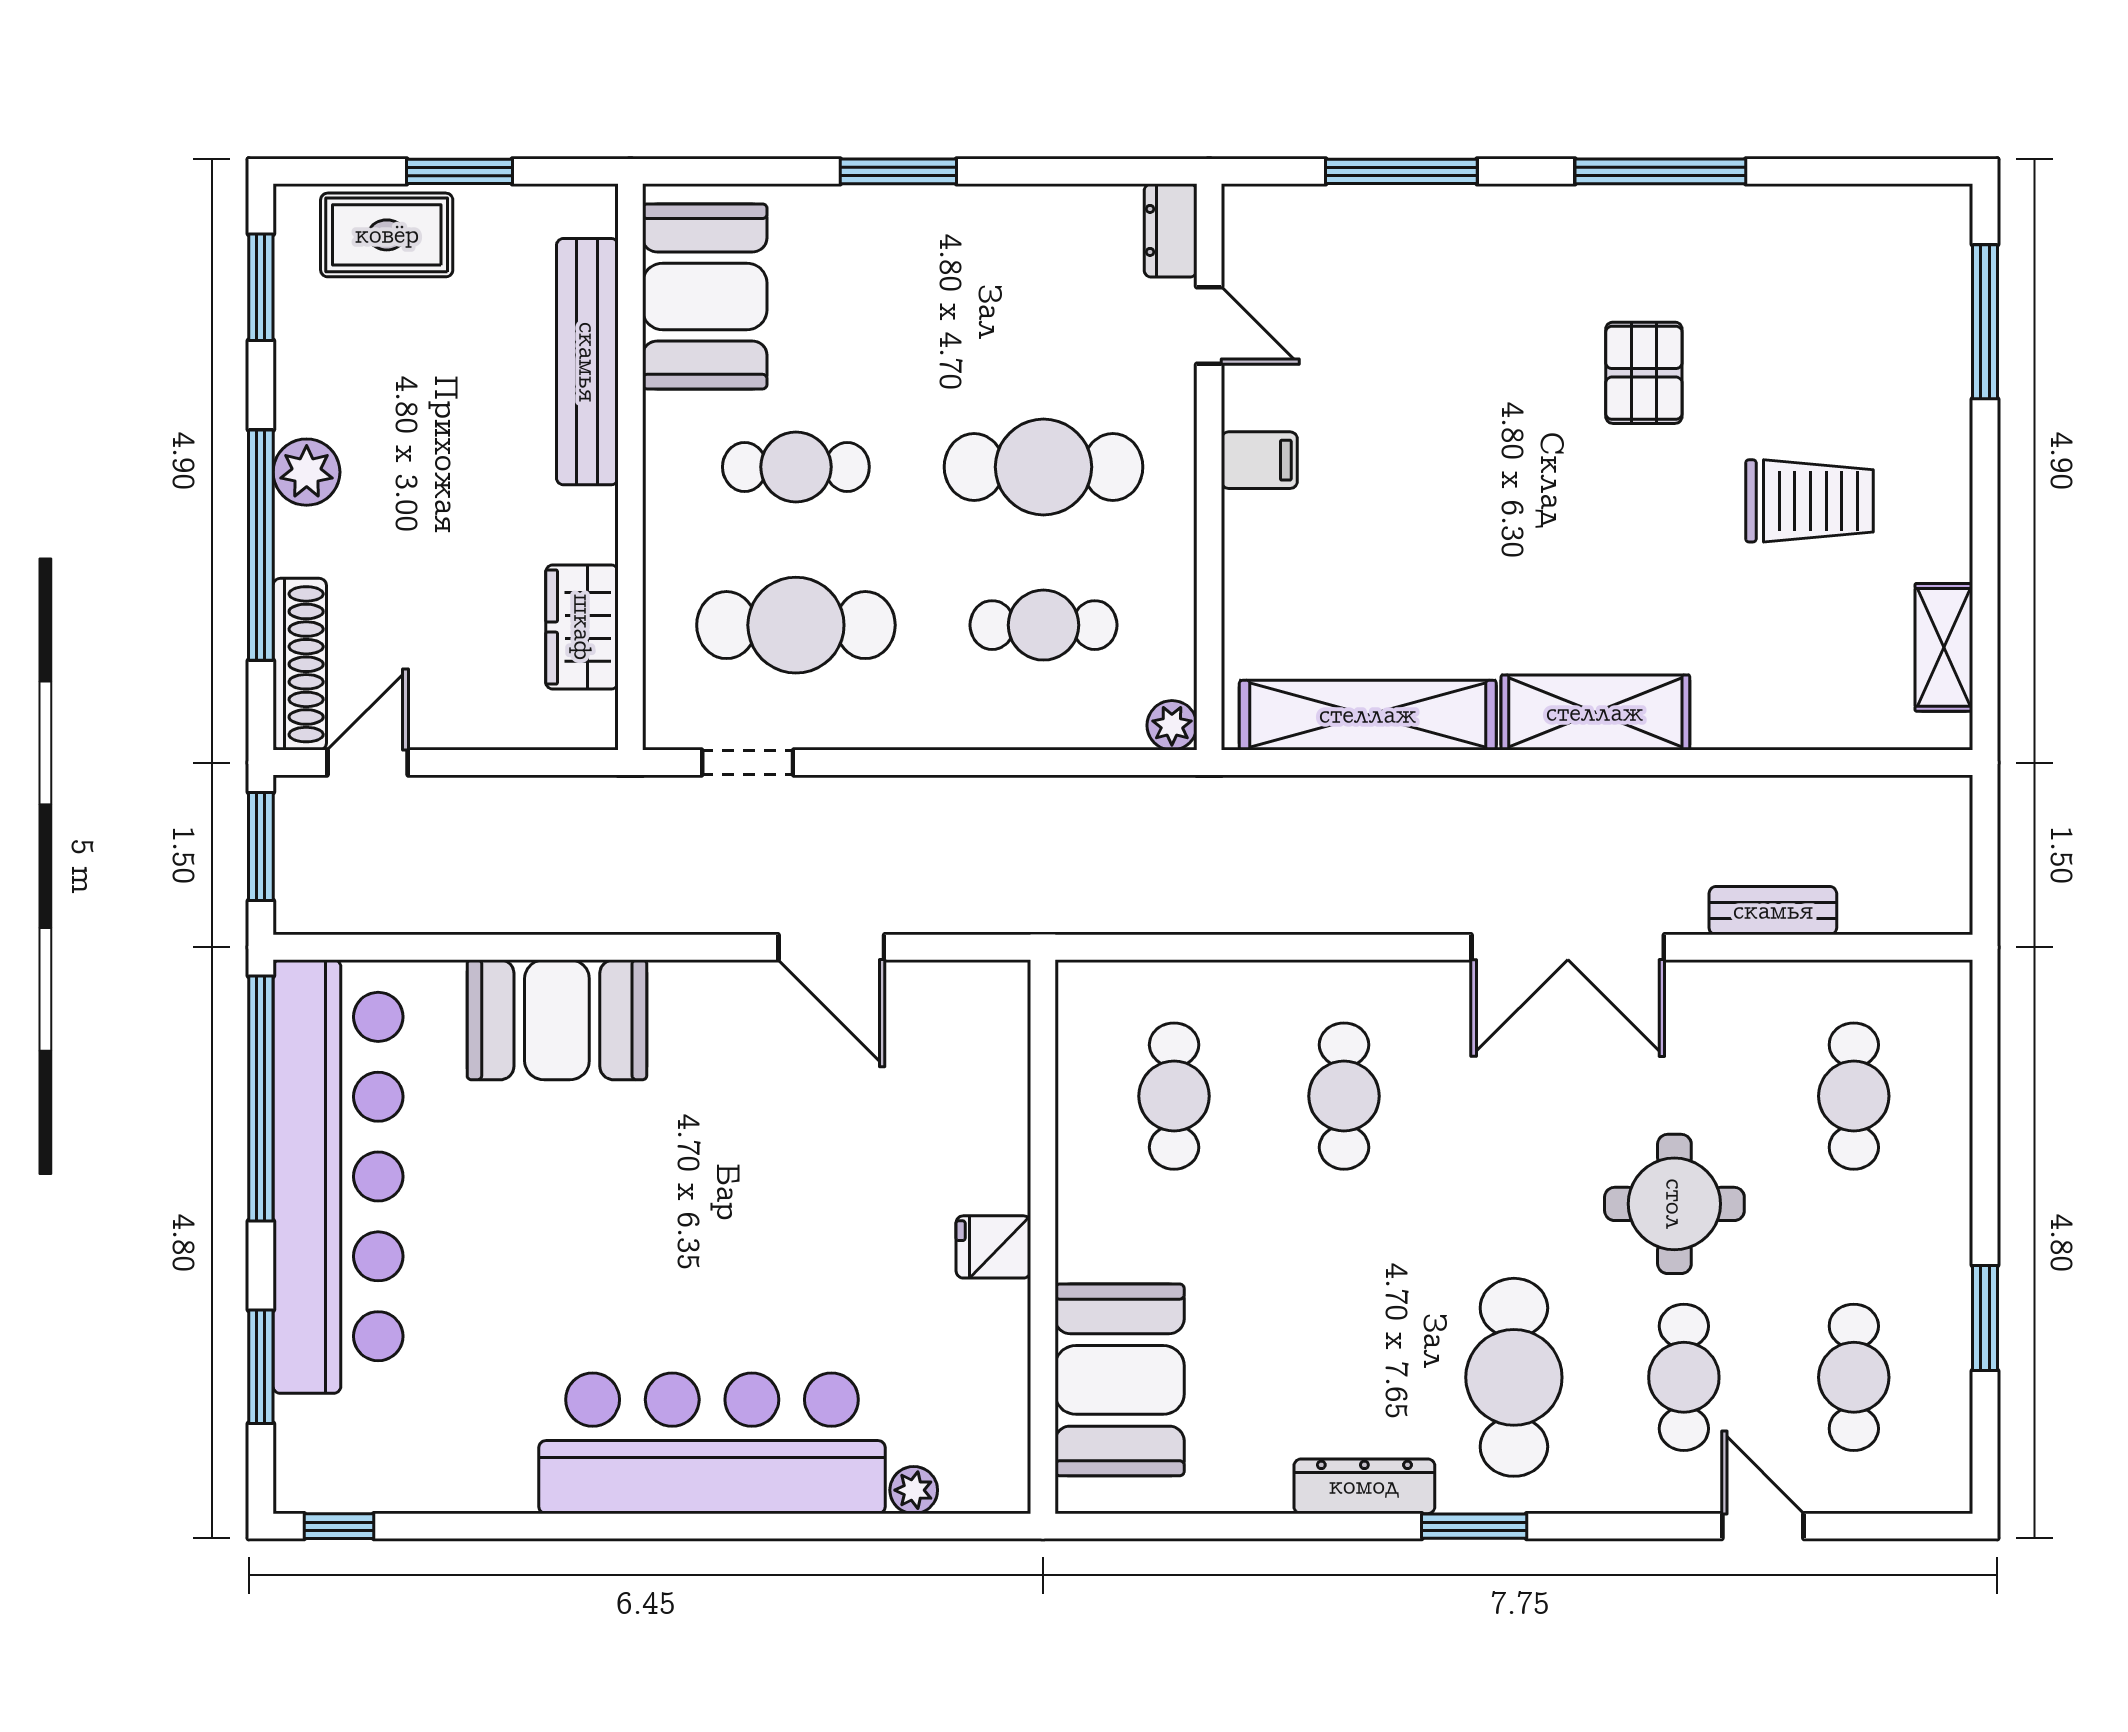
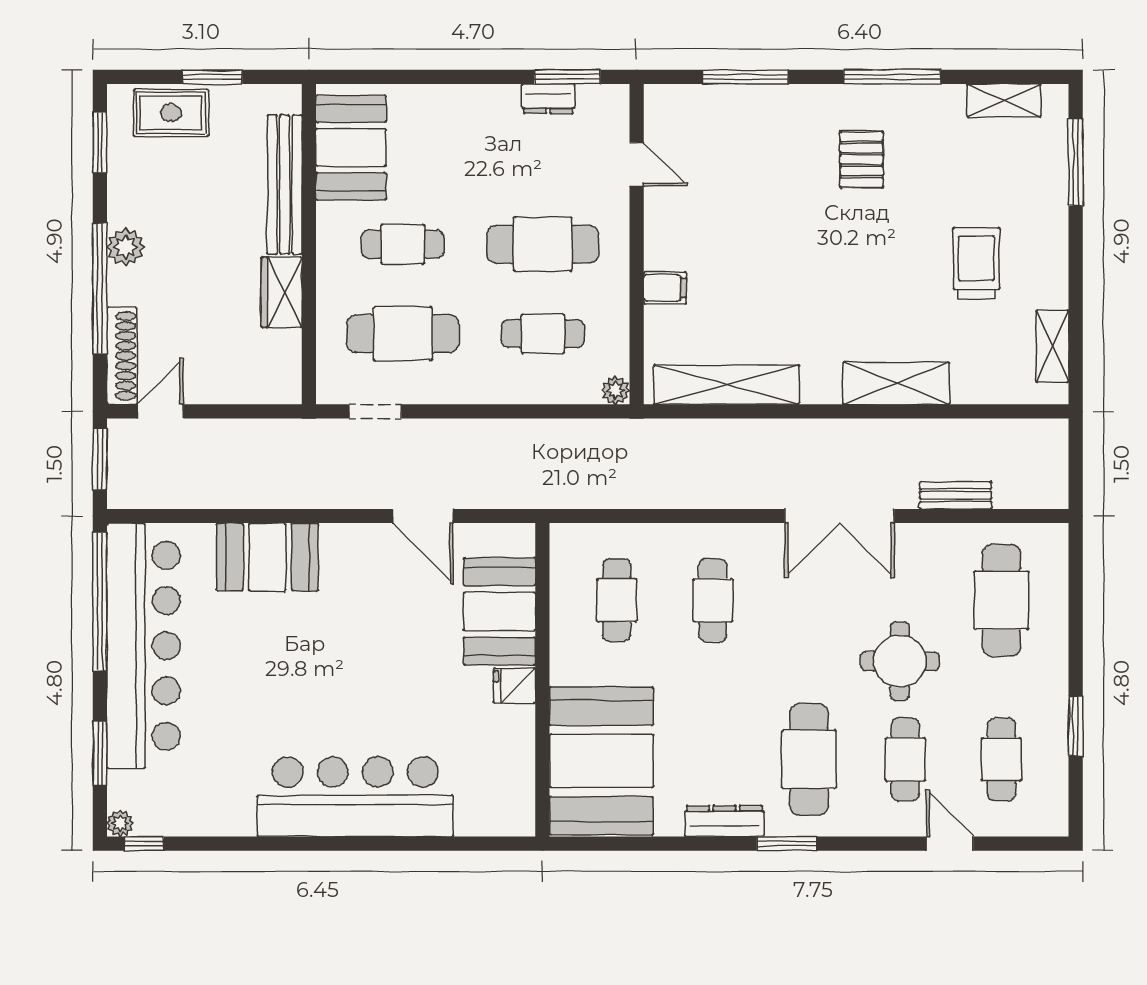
window: (898, 171) -> (567, 77), moved
shelving: (1858, 213) -> (1004, 100), added
dresser: (1171, 230) -> (548, 99), moved, turned -90
pallet: (1644, 373) -> (862, 159), moved
filing cabinet: (1259, 460) -> (665, 288), moved
trolley: (1810, 501) -> (976, 263), turned -90
wardrobe: (582, 627) -> (282, 292), moved
shelving: (1595, 713) -> (896, 383), moved
cafe table: (1854, 1096) -> (1001, 600), width x1.37, depth x1.35
booth: (967, 1116) -> (499, 611), added
booth: (1120, 1380) -> (601, 761), width x1.36, depth x1.42
plant: (914, 1490) -> (120, 823), moved

